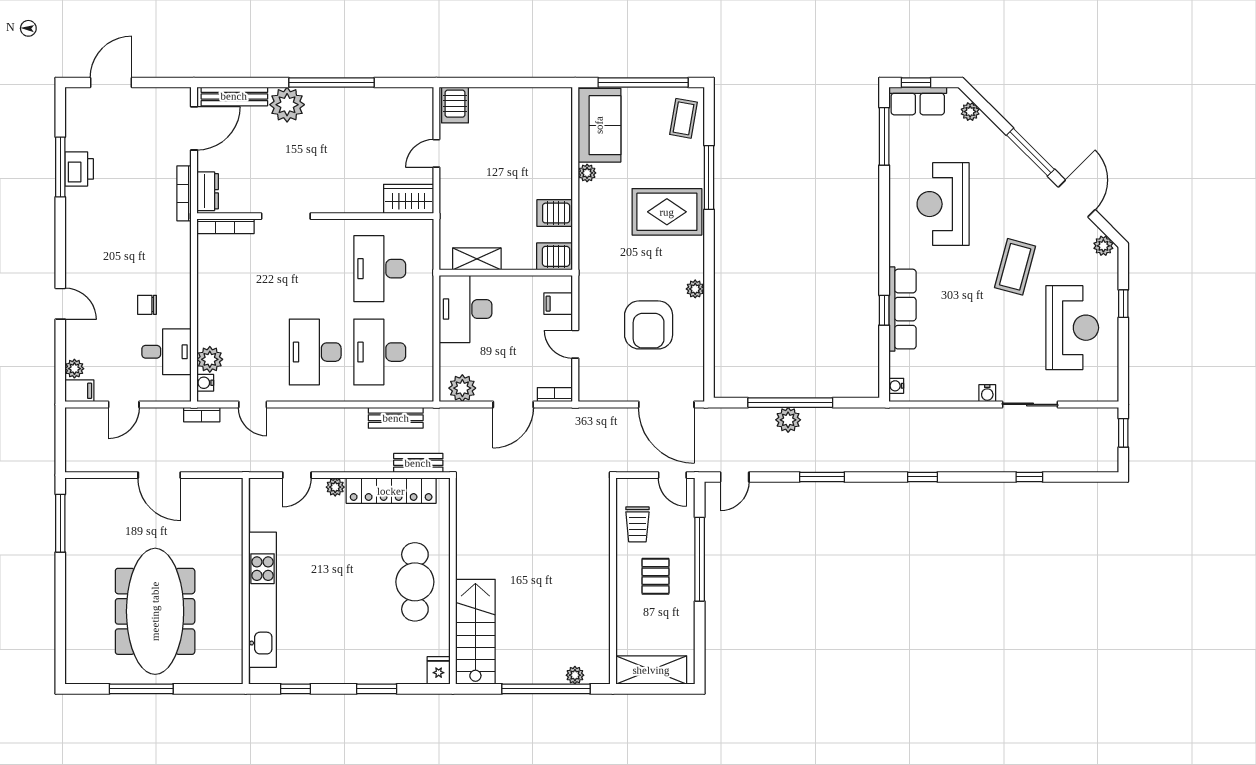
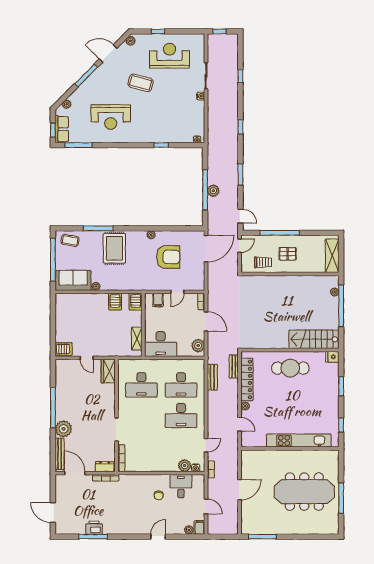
row of seats: (902, 309) -> (161, 136), removed

